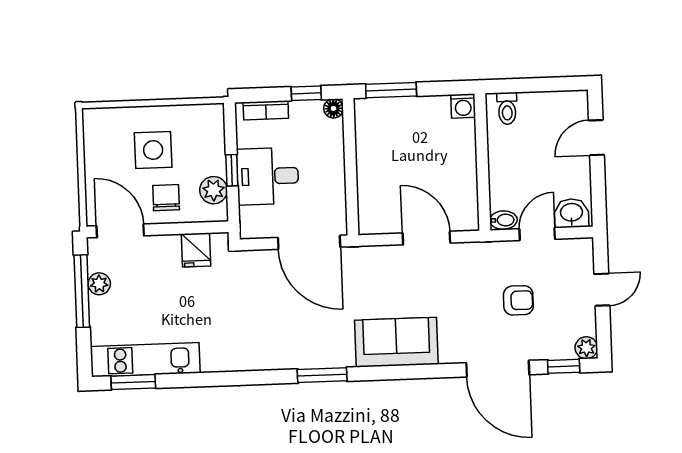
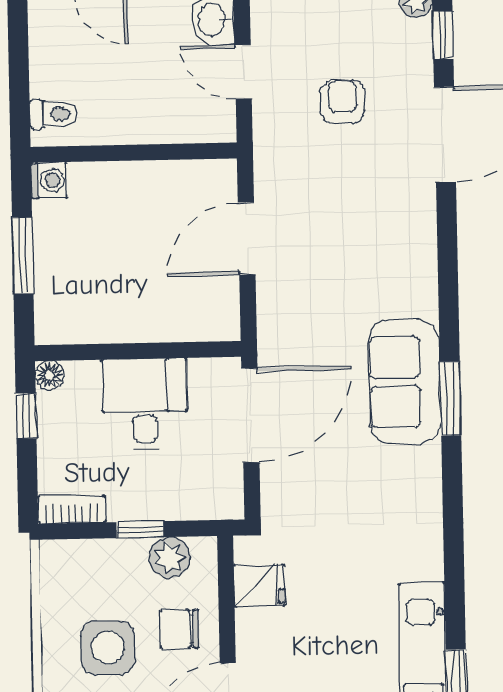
window: (391, 90) -> (23, 255), moved
bookcase: (266, 110) -> (72, 510), moved, turned -90
desk: (268, 176) -> (145, 404), moved, turned 180
bidet: (503, 220) -> (222, 122), removed
sofa: (396, 342) -> (405, 382), moved

